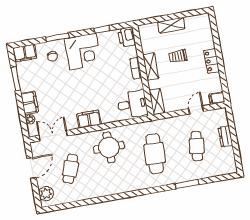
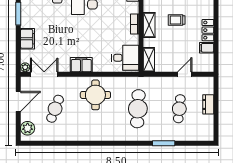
filing cabinet: (217, 98) -> (207, 48), moved
plant: (30, 119) -> (25, 67), moved

